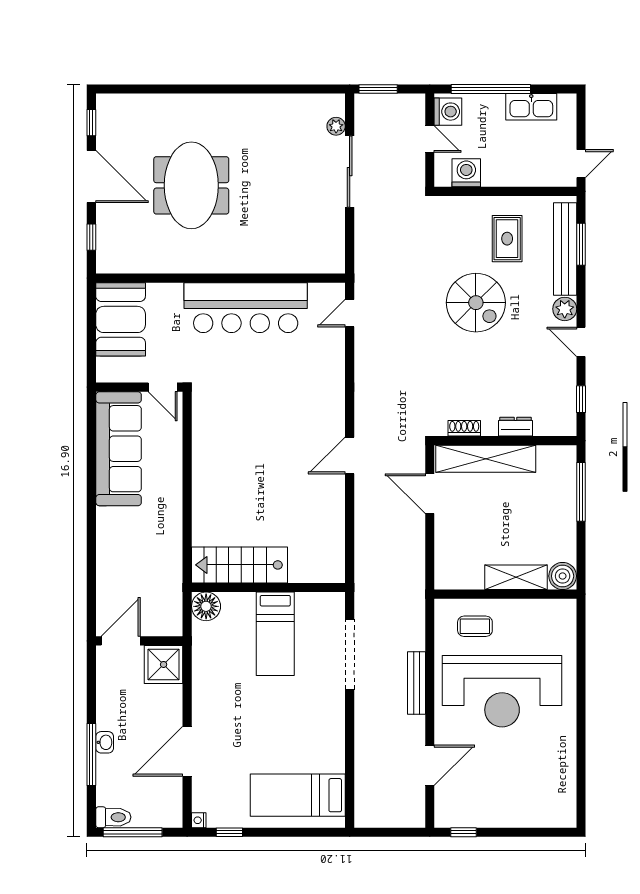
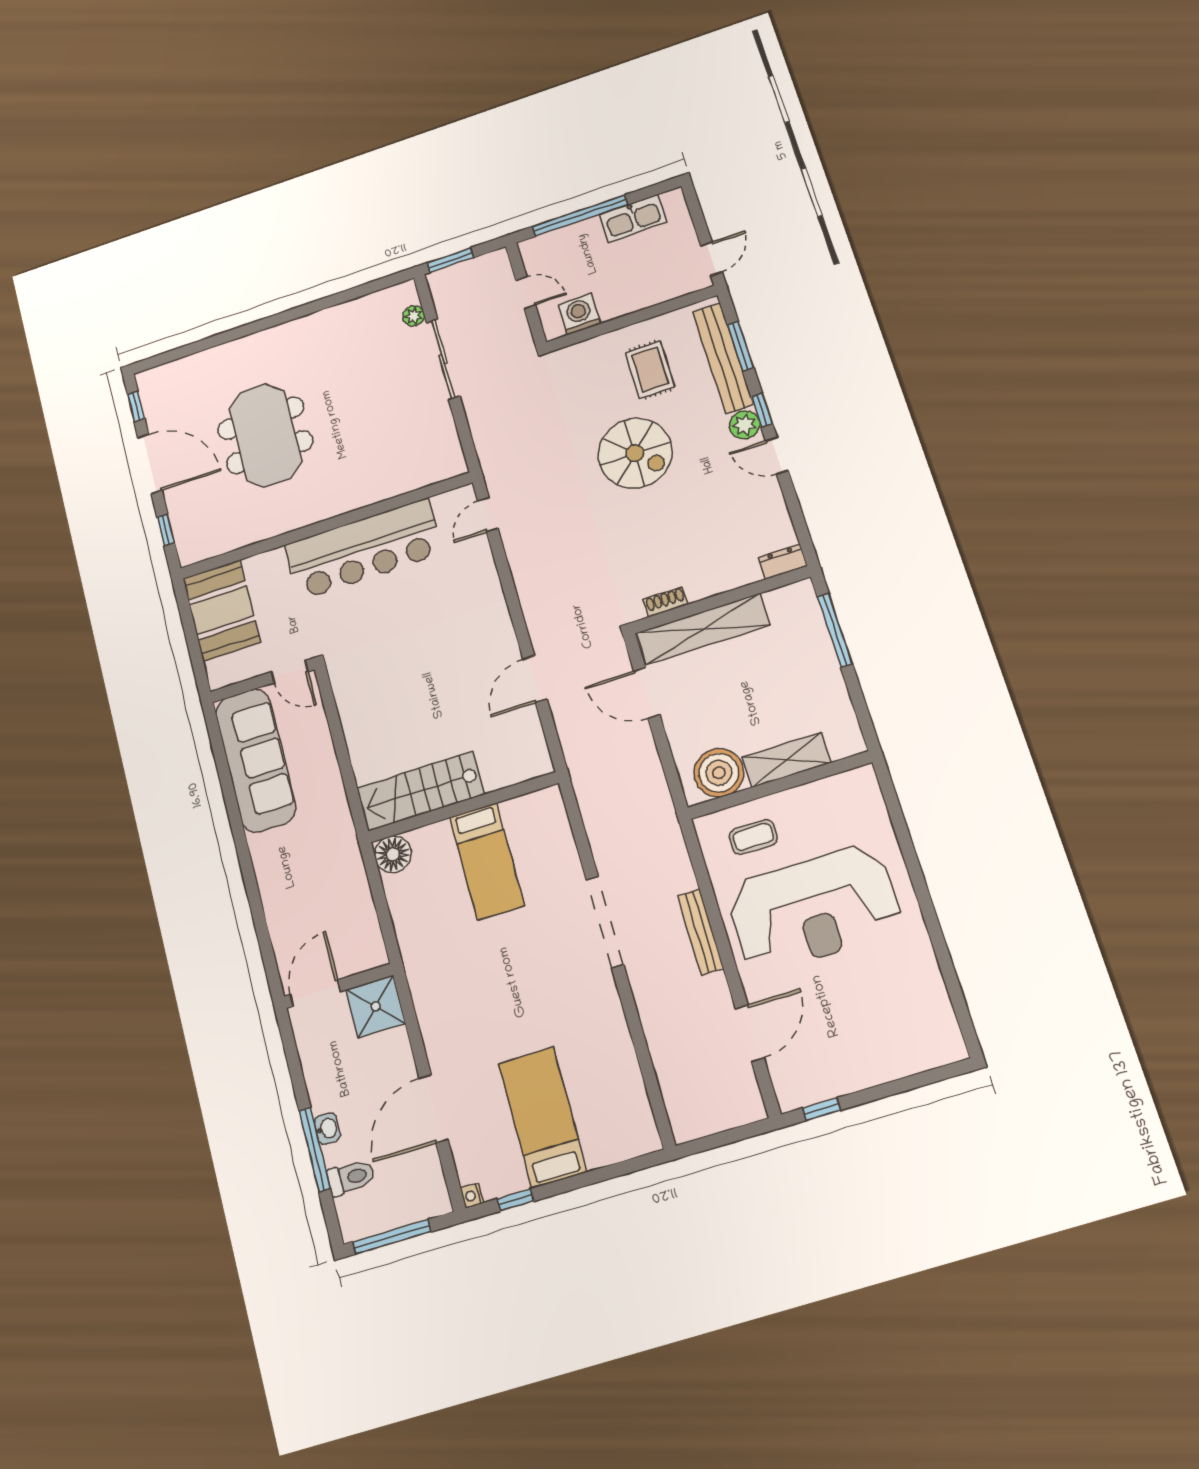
washing machine: (448, 112) -> (538, 256), removed
window: (581, 399) -> (762, 410), moved
dresser: (515, 427) -> (783, 562), moved
stairs: (239, 565) -> (420, 791), moved
boiler: (563, 576) -> (719, 773), moved, width x1.37, depth x1.37
wall: (268, 587) -> (463, 807), moved
floor lamp: (206, 606) -> (393, 854), moved
bed: (275, 634) -> (487, 861), moved
bed: (298, 795) -> (543, 1117), moved, turned 90
toilet: (113, 817) -> (351, 1178), moved

